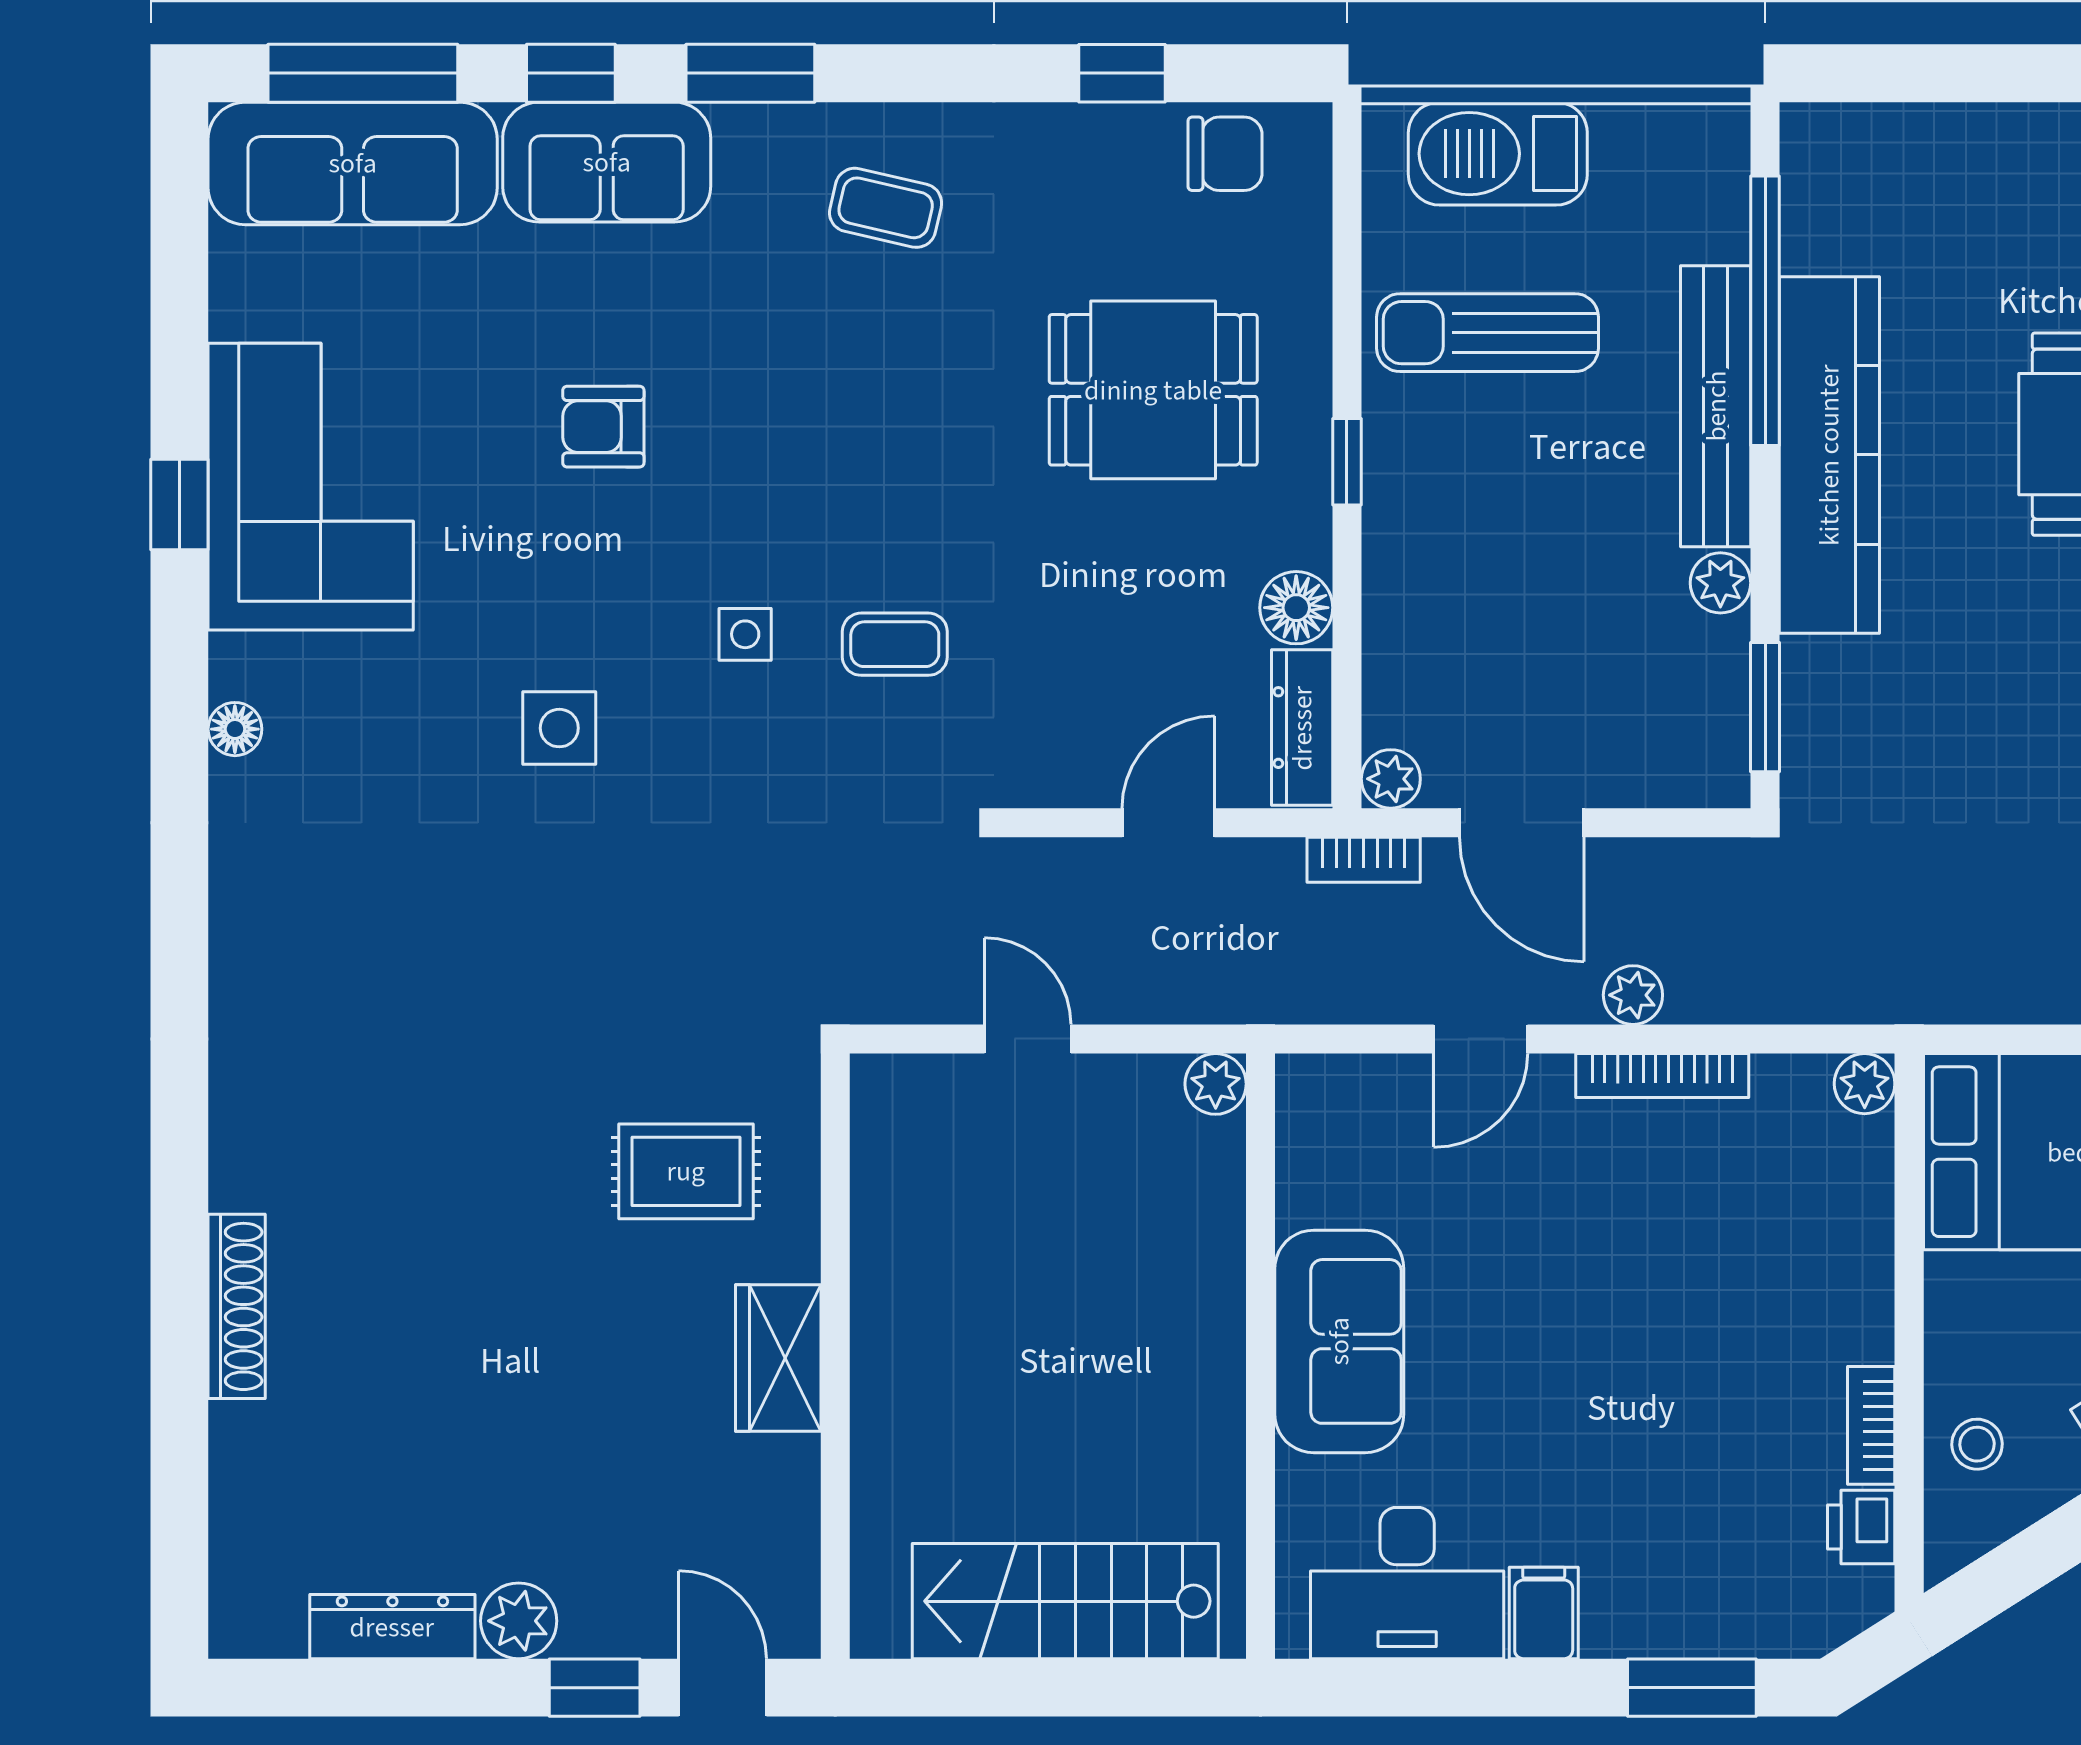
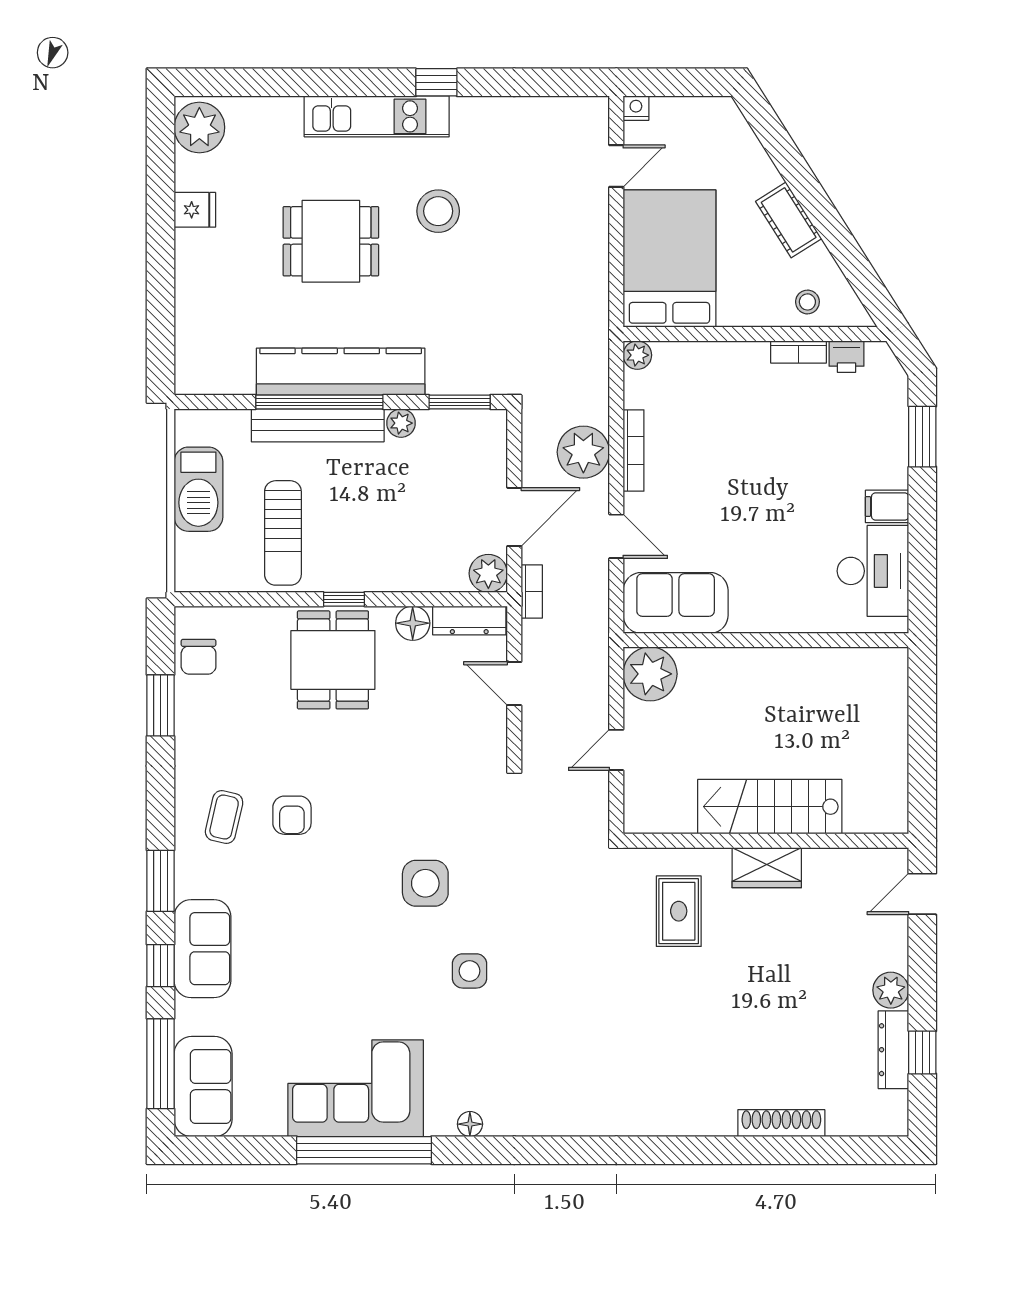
window: (1122, 73) -> (161, 705), width x1.50
chair: (1225, 154) -> (199, 657), turned 180
barbecue: (1498, 154) -> (198, 489), moved
sofa: (353, 163) -> (203, 1087), width x0.73
window: (1765, 311) -> (319, 402), moved
dining table: (1153, 390) -> (333, 660), moved
armchair: (603, 427) -> (292, 815), moved
window: (179, 505) -> (364, 1150), width x3.17
side table: (745, 634) -> (425, 883), width x1.87, depth x1.87
coffee table: (895, 644) -> (430, 813), removed
plant: (1391, 779) -> (488, 573), width x1.38, depth x1.38
plant: (1633, 995) -> (583, 452), width x1.88, depth x1.88
plant: (1216, 1084) -> (650, 674), width x1.88, depth x1.88
shoe rack: (237, 1306) -> (781, 1123), moved
sofa: (1339, 1341) -> (676, 603), moved
stairs: (1065, 1601) -> (770, 807), moved, turned 90
window: (595, 1688) -> (922, 1052), moved

